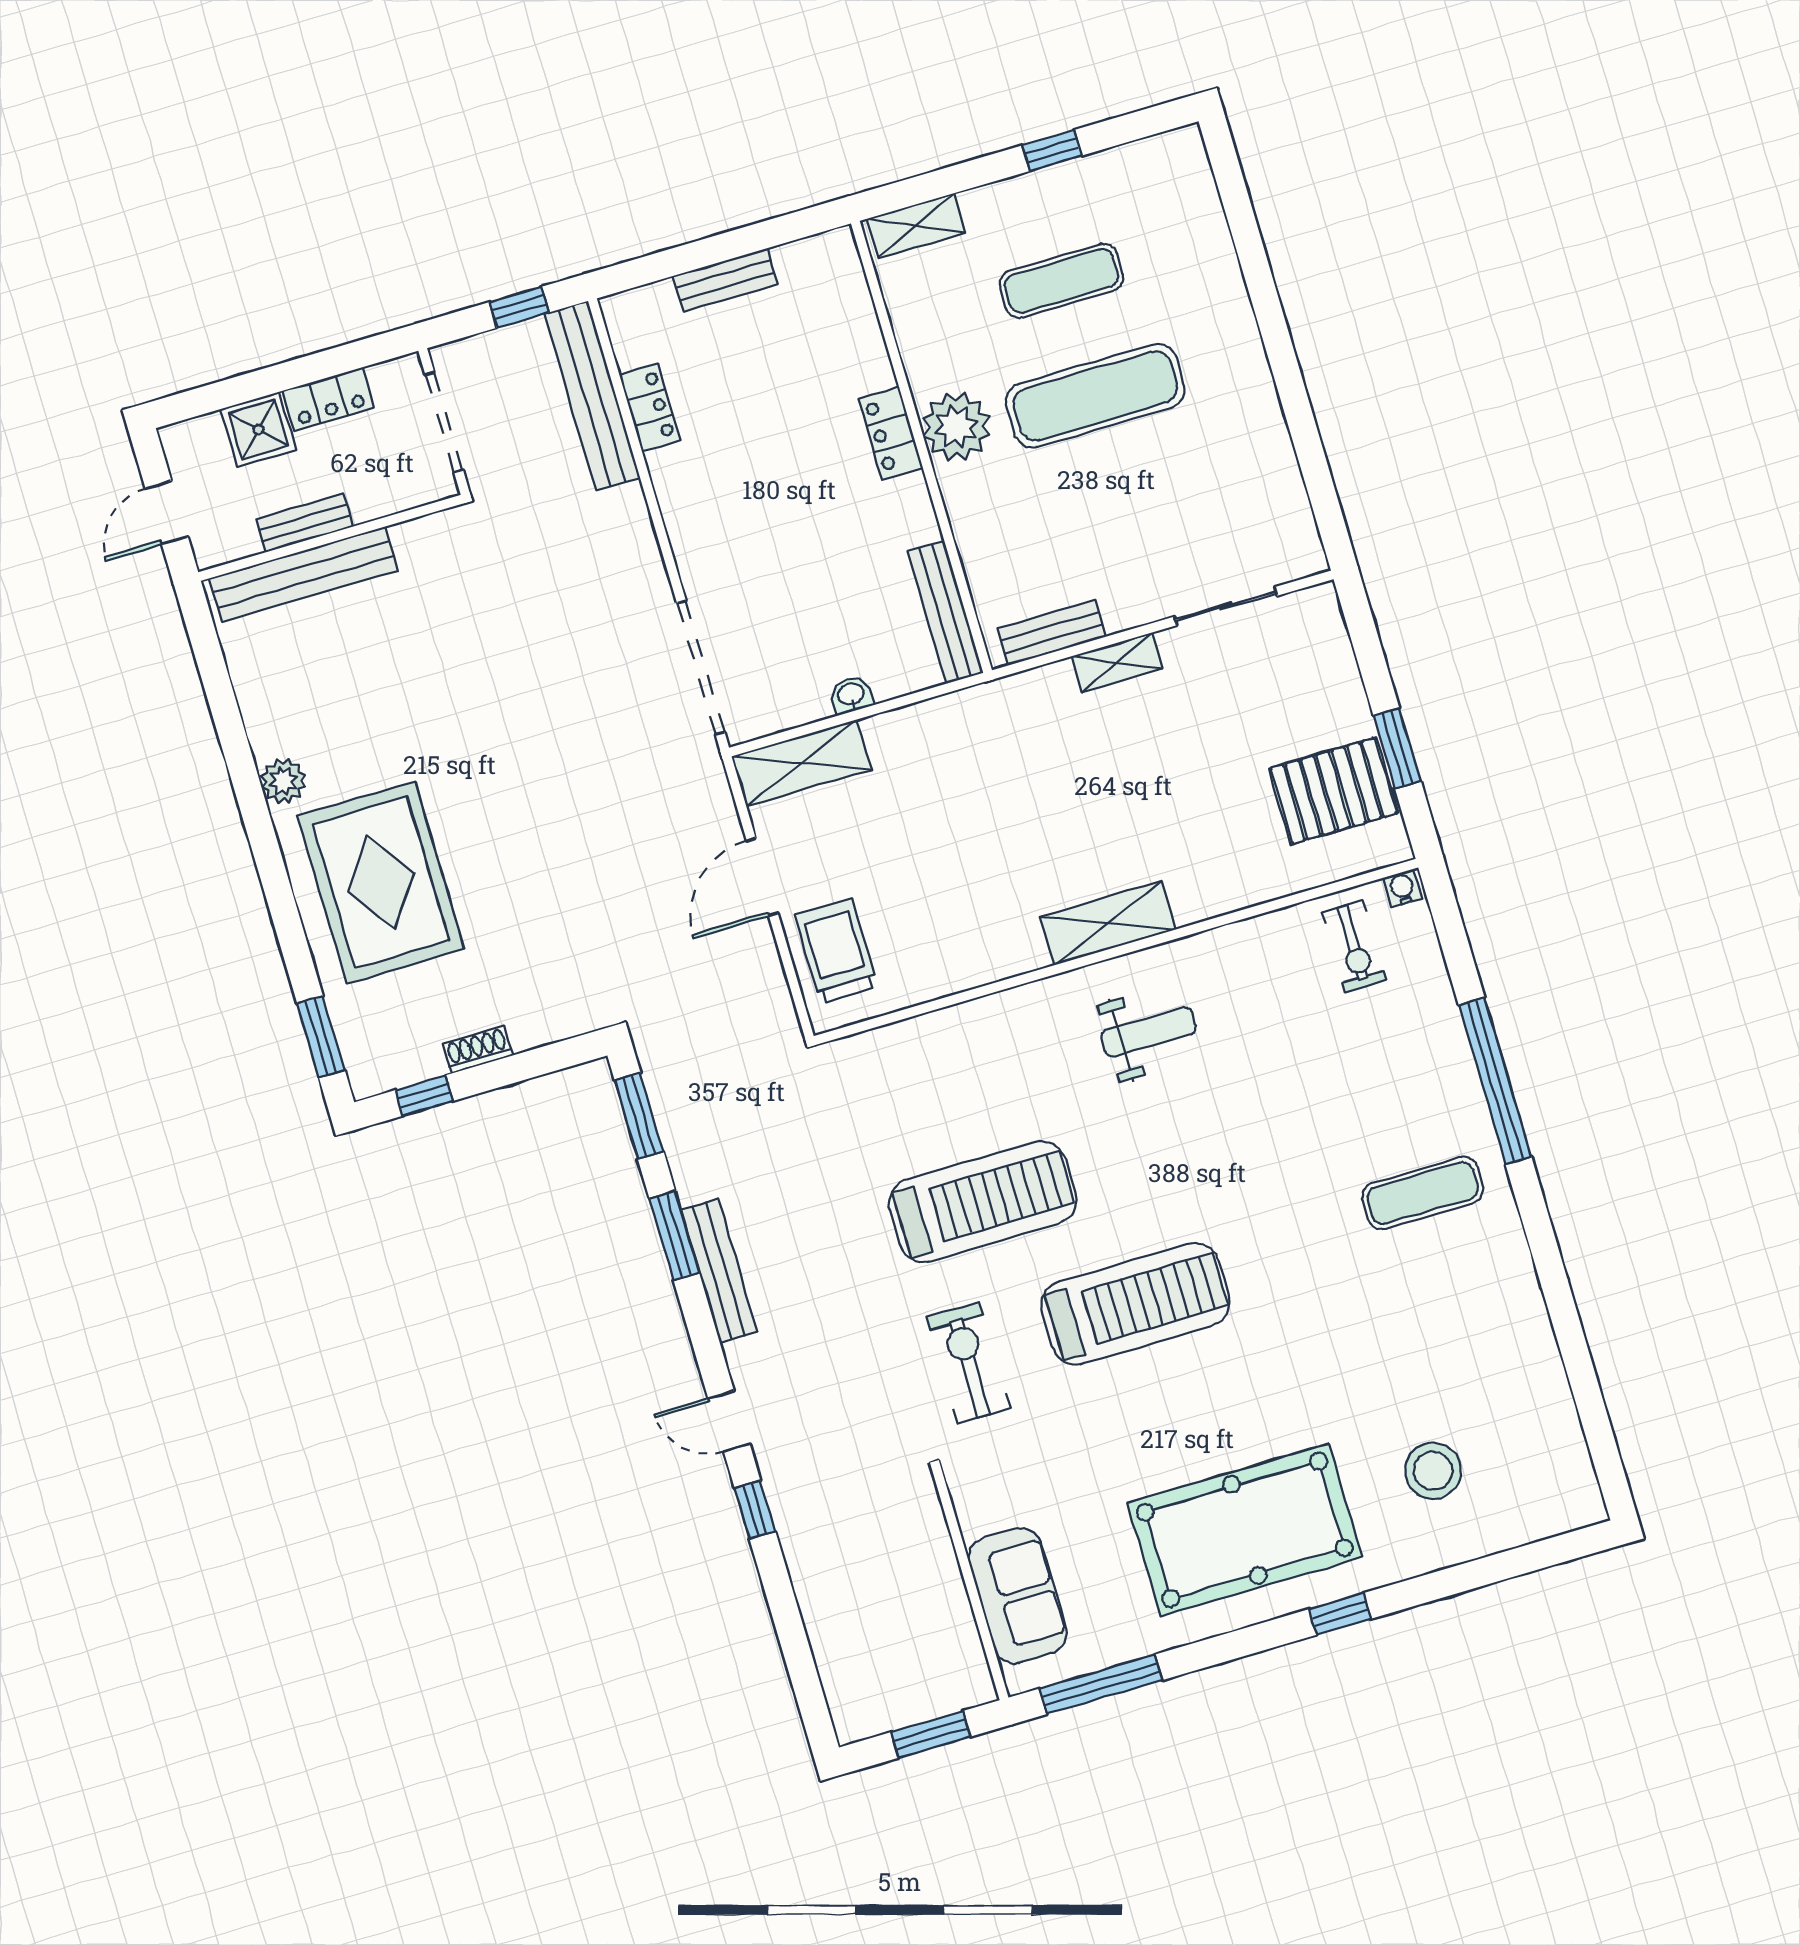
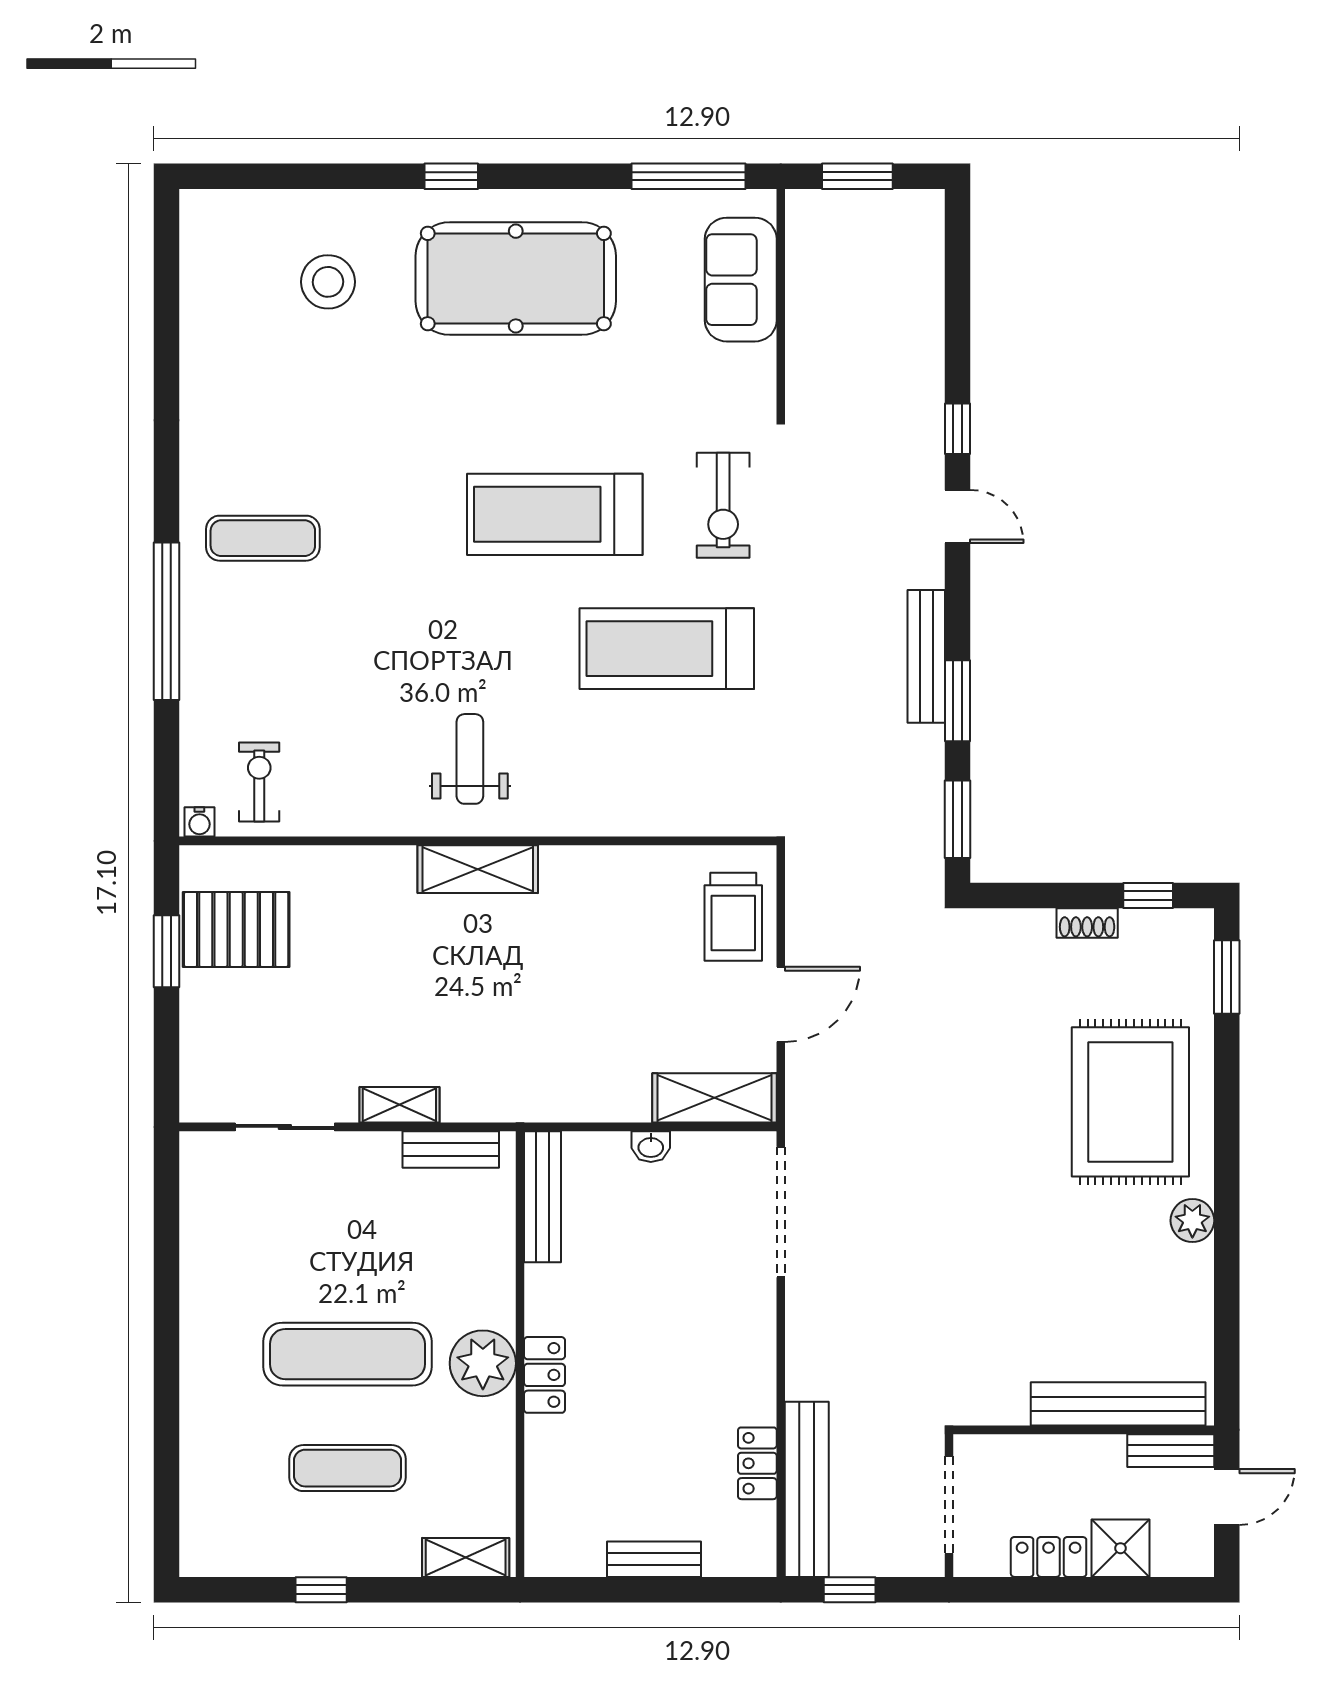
bench: (304, 523) -> (1171, 1451), moved
weight bench: (1148, 1032) -> (470, 759), turned 90

